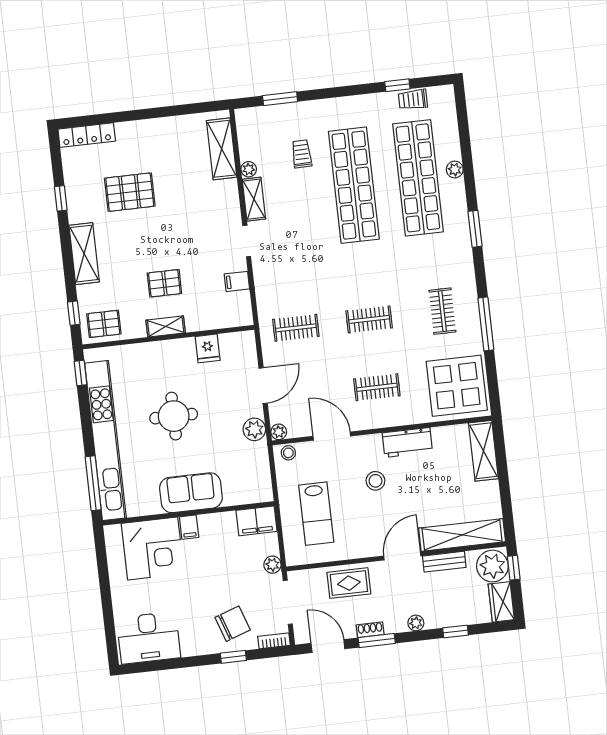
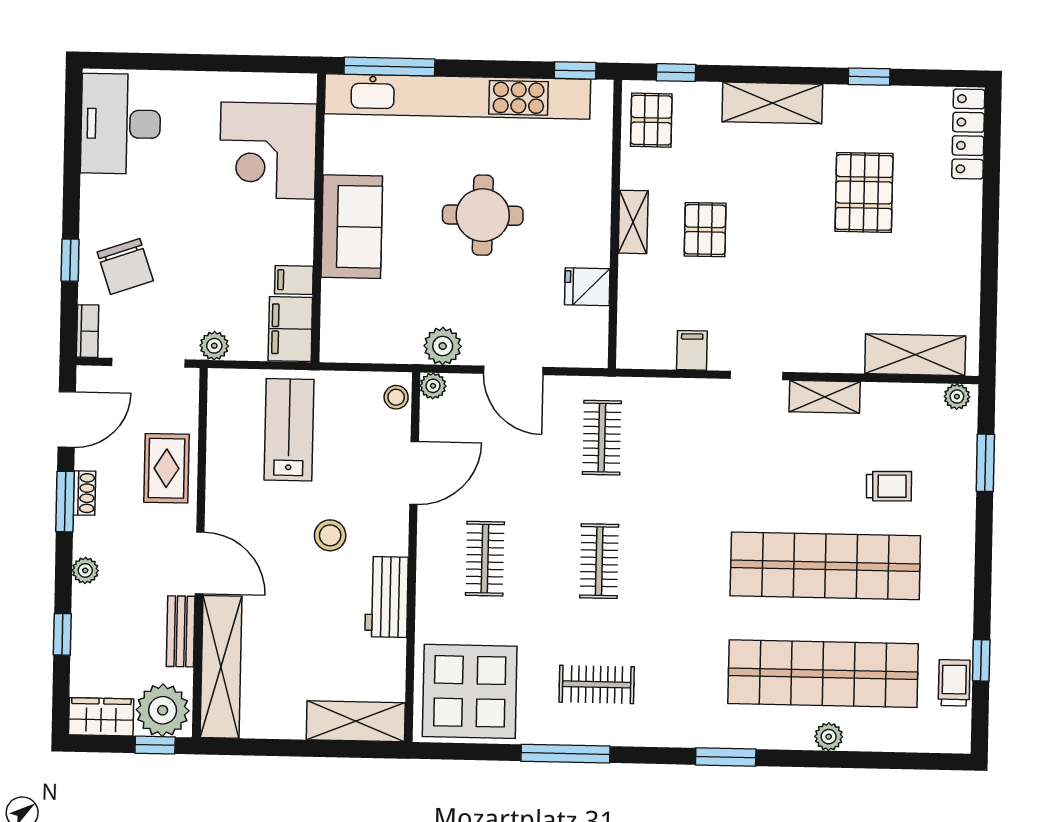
plant: (249, 169) -> (957, 397), moved
lab bench: (316, 514) -> (289, 430), turned 90
filing cabinet: (189, 527) -> (294, 280), moved

